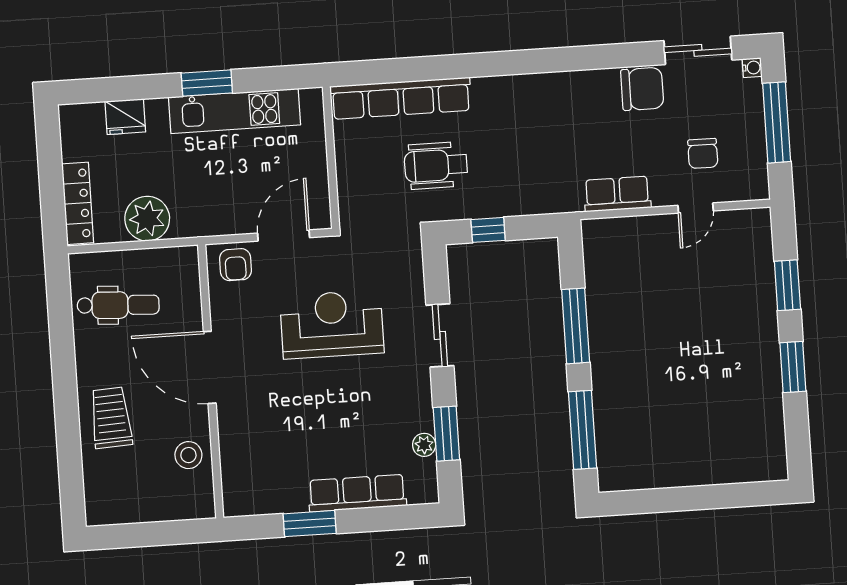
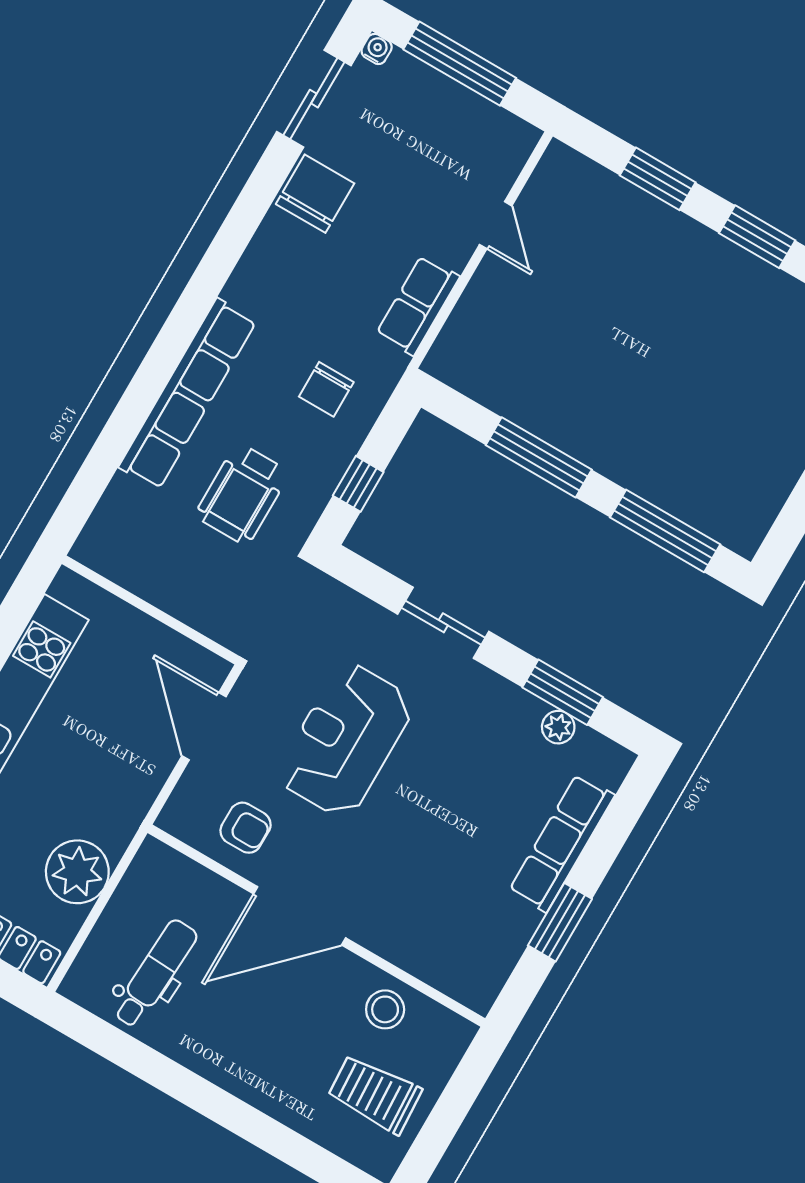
row of seats: (401, 98) -> (188, 394), moved
chair: (703, 153) -> (326, 389), moved, turned 90
armchair: (235, 265) -> (246, 828), moved
trolley: (111, 418) -> (375, 1094), moved

